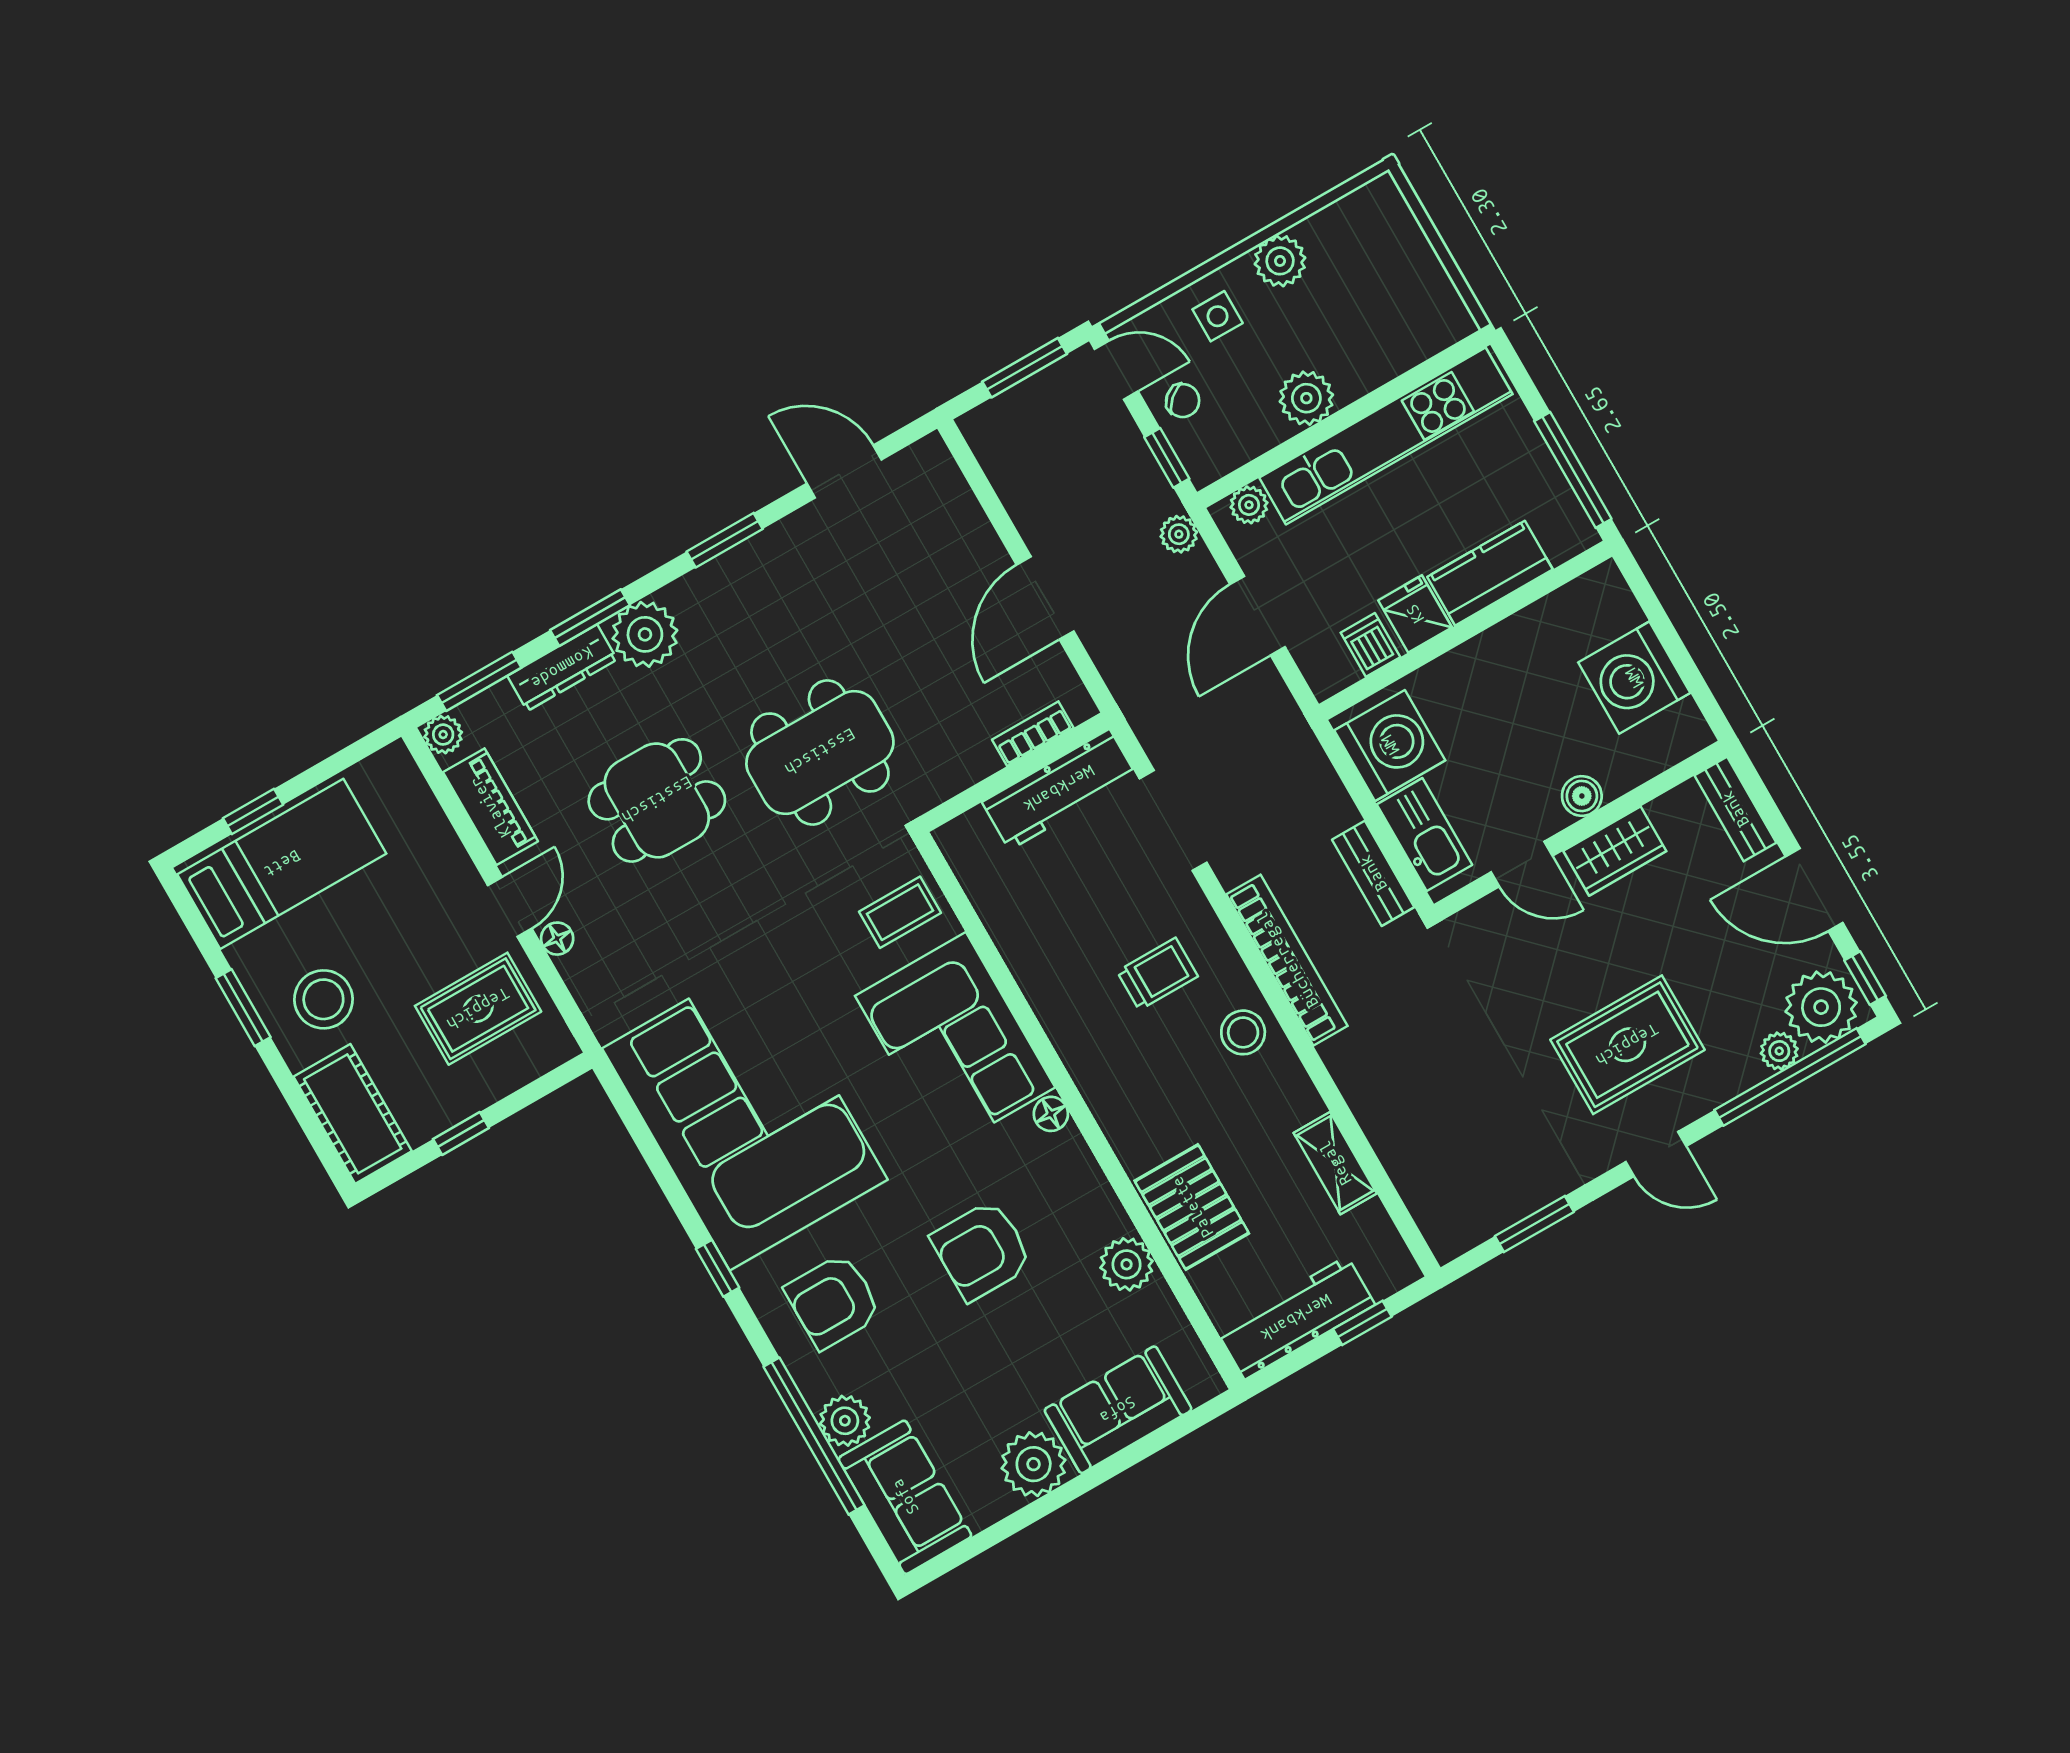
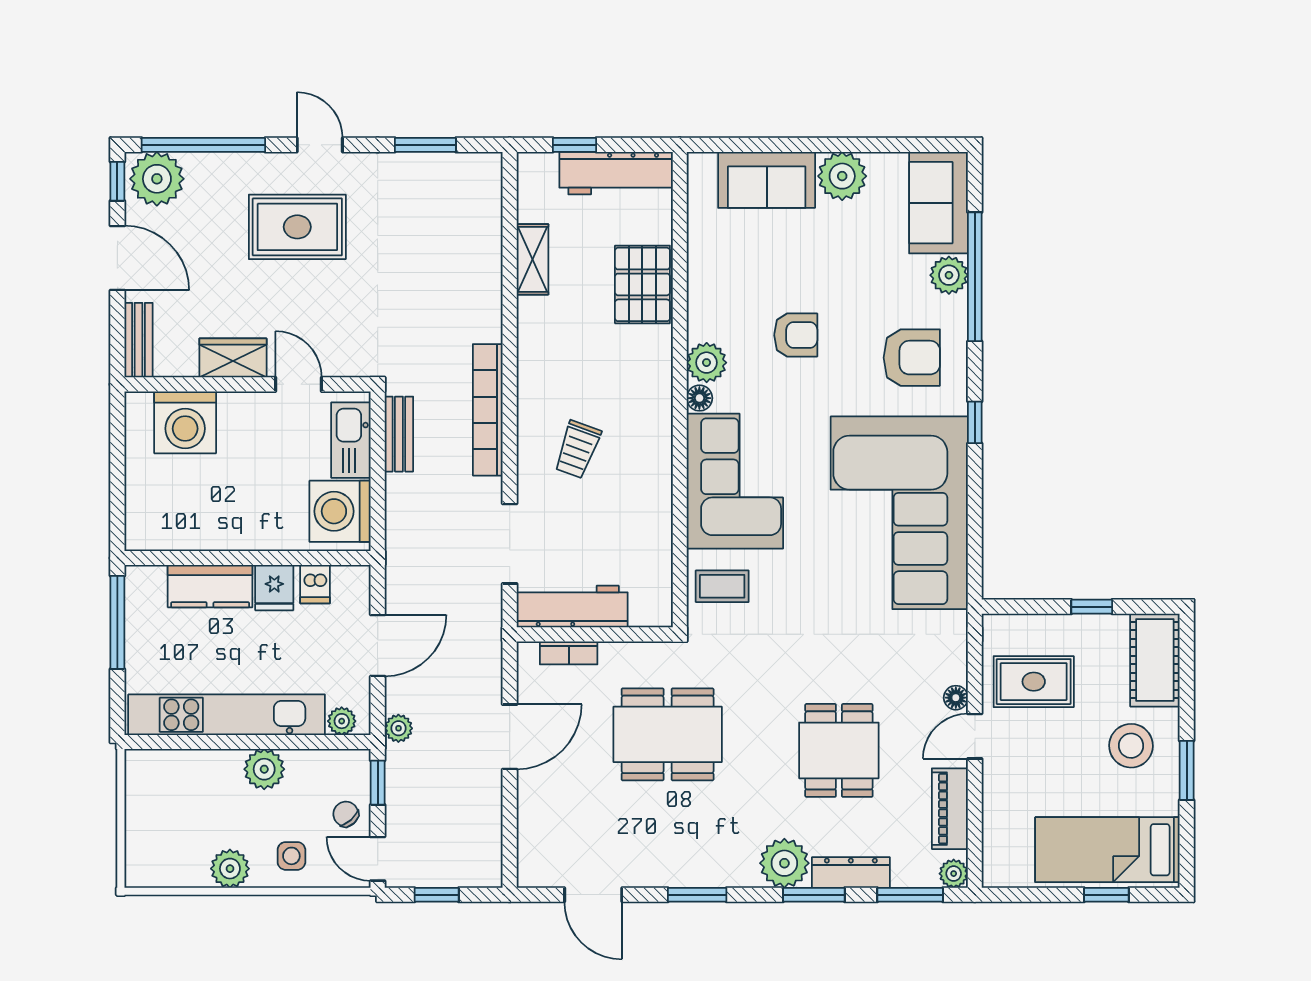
window: (1025, 368) -> (437, 895), width x0.67
washing machine: (1634, 678) -> (185, 422), moved, turned 90
dining table: (820, 752) -> (668, 734), moved
boiler: (1582, 796) -> (234, 406), removed
dining table: (657, 800) -> (839, 750), turned 90
trolley: (1157, 974) -> (577, 449), turned -70
stool: (1243, 1032) -> (543, 379), removed
plant: (1779, 1051) -> (201, 166), removed
armchair: (982, 1250) -> (796, 335), width x0.72, depth x0.72
plant: (1127, 1264) -> (707, 363), moved

